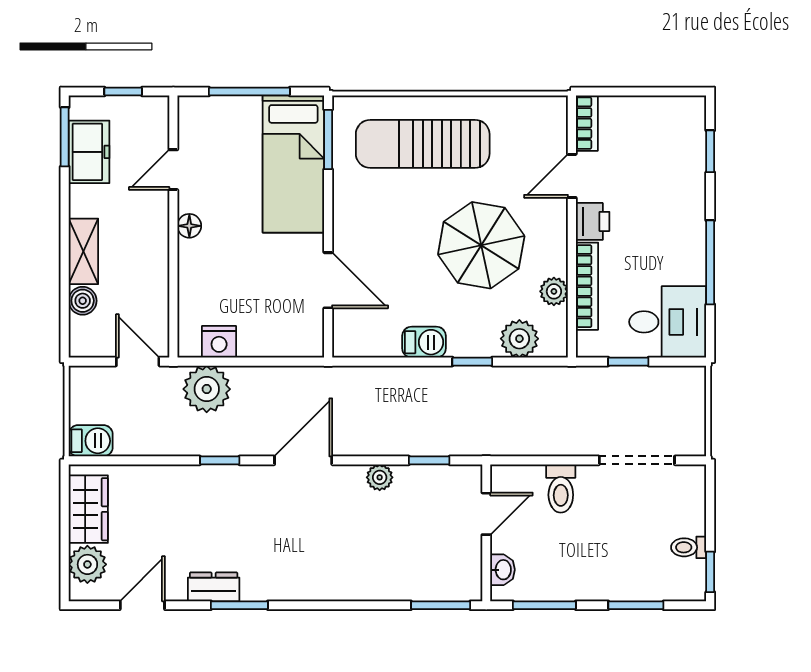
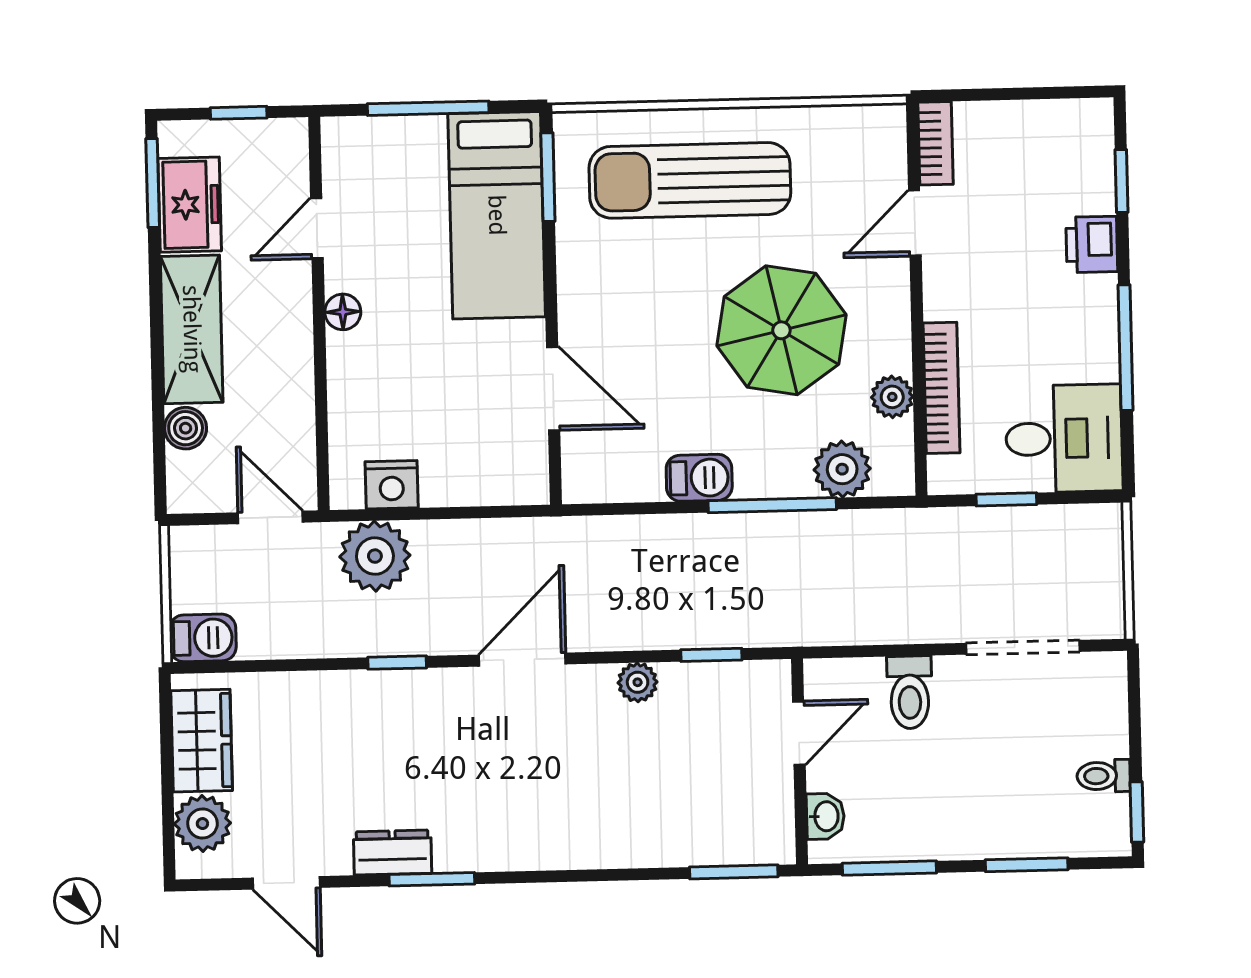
printer: (593, 221) -> (1092, 244), moved, turned 180
shelving: (83, 251) -> (192, 329), width x1.50, depth x1.33
window: (472, 362) -> (772, 505), width x2.17
door: (142, 605) -> (286, 883), swing flipped

